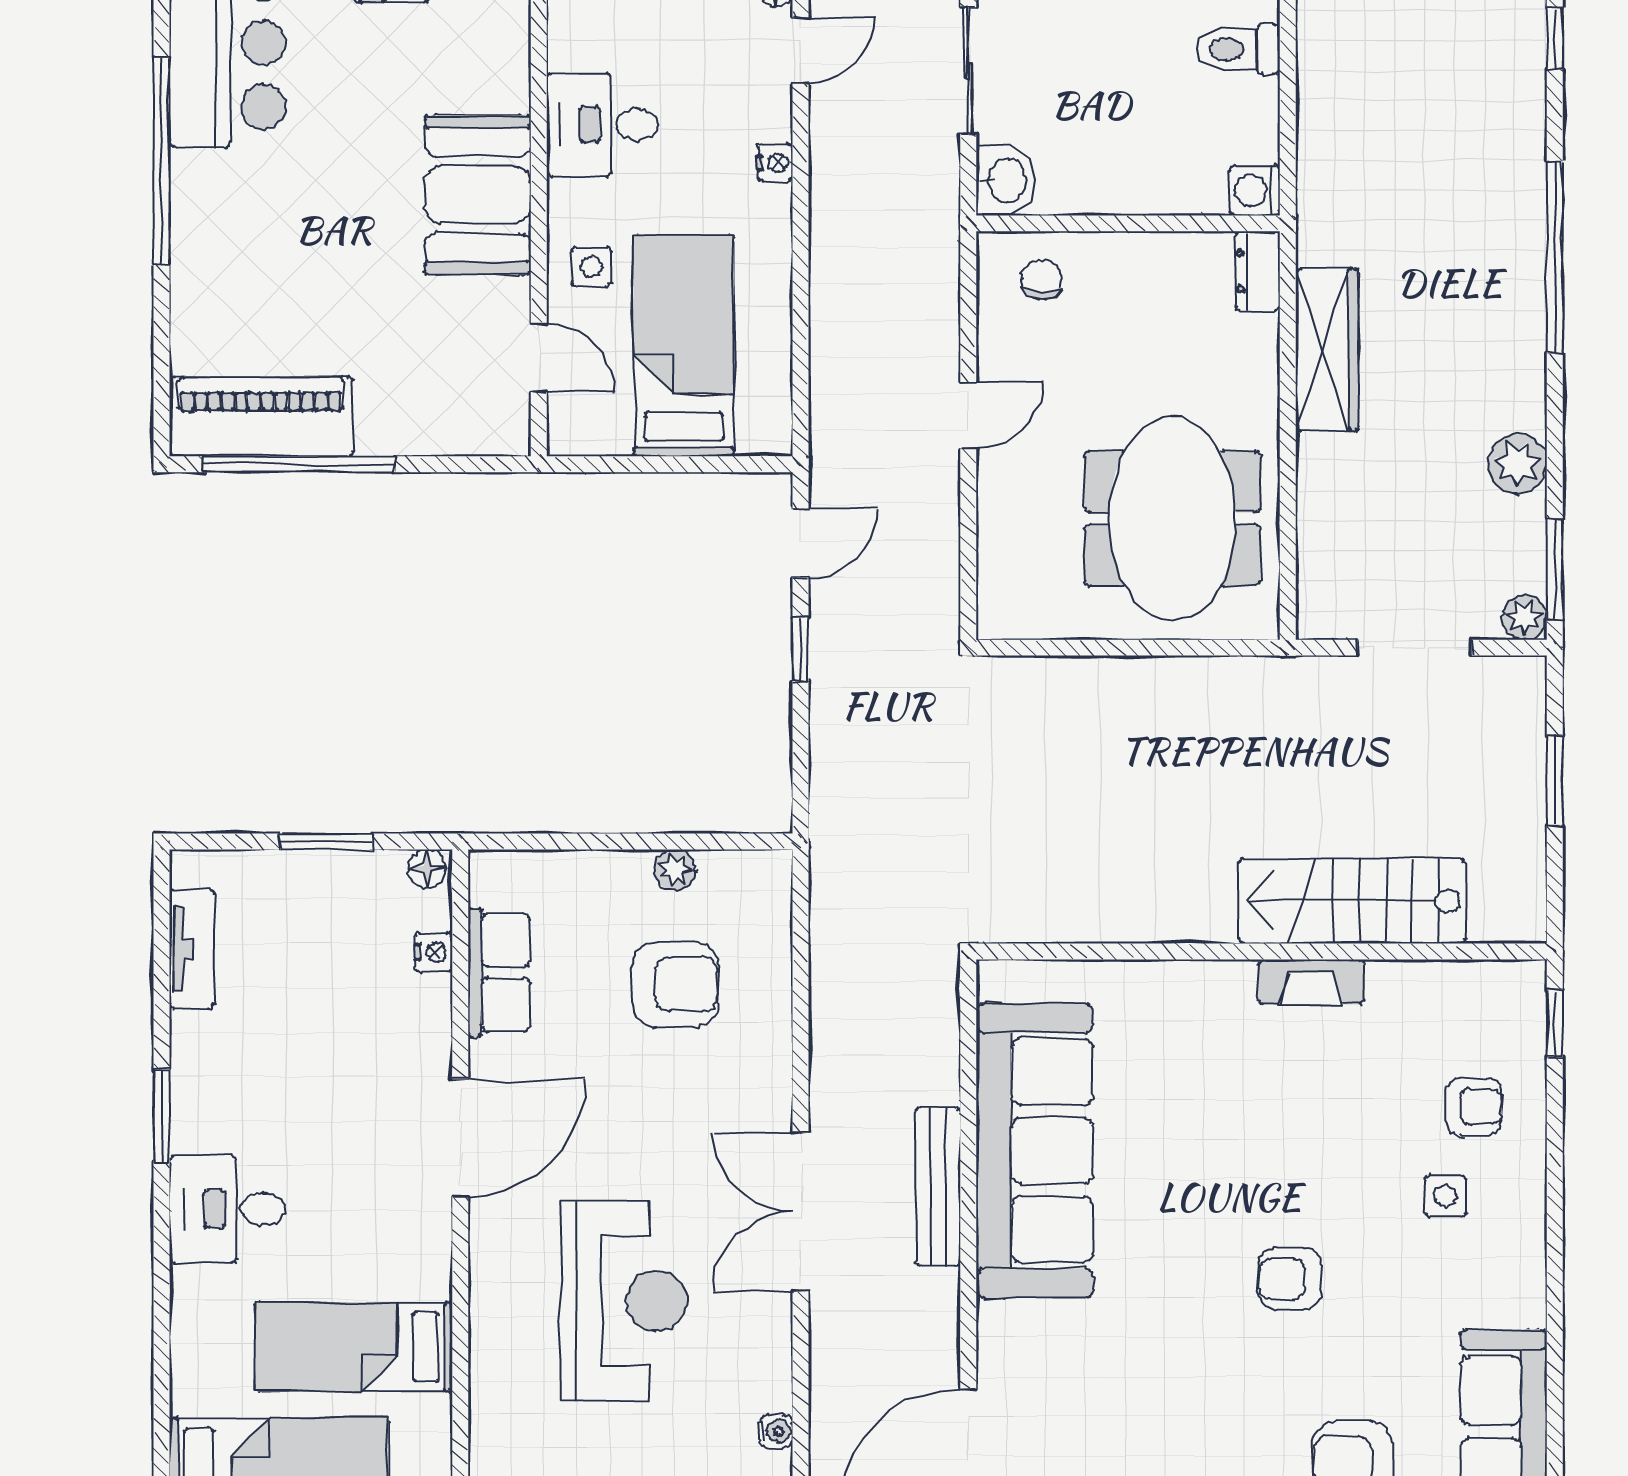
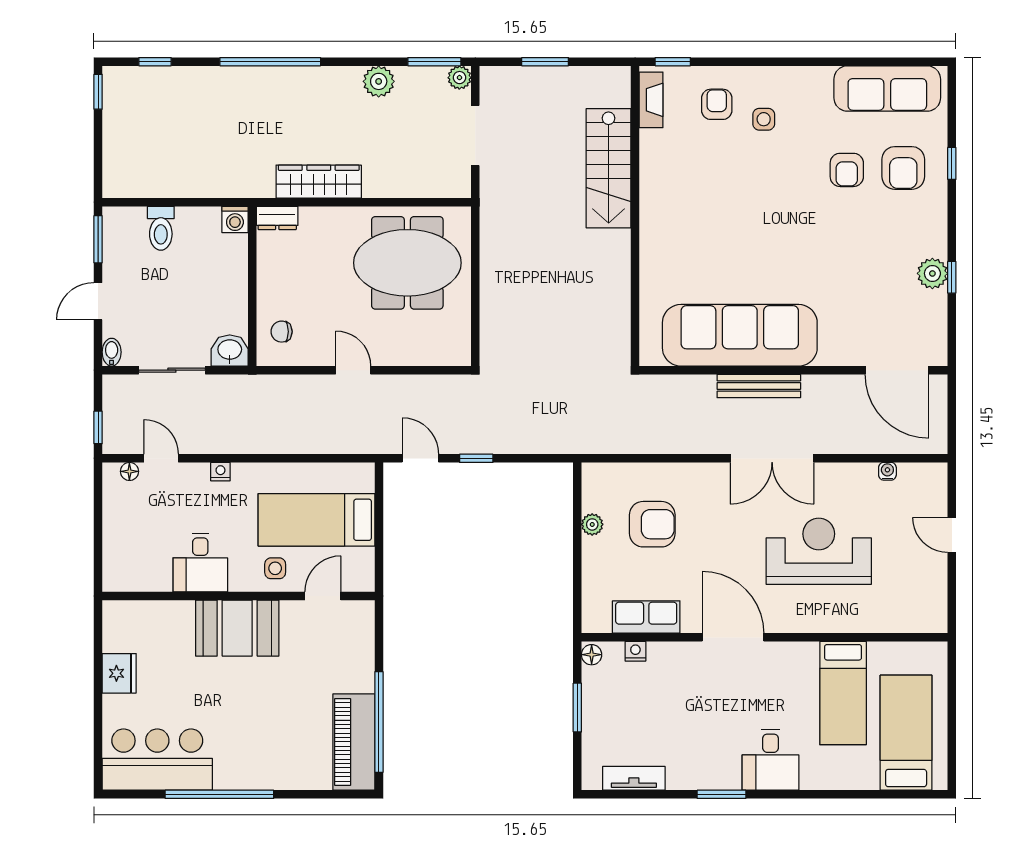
fireplace: (1311, 982) -> (651, 100), moved
armchair: (675, 984) -> (652, 524), turned 90
armchair: (1290, 1279) -> (847, 170), moved

